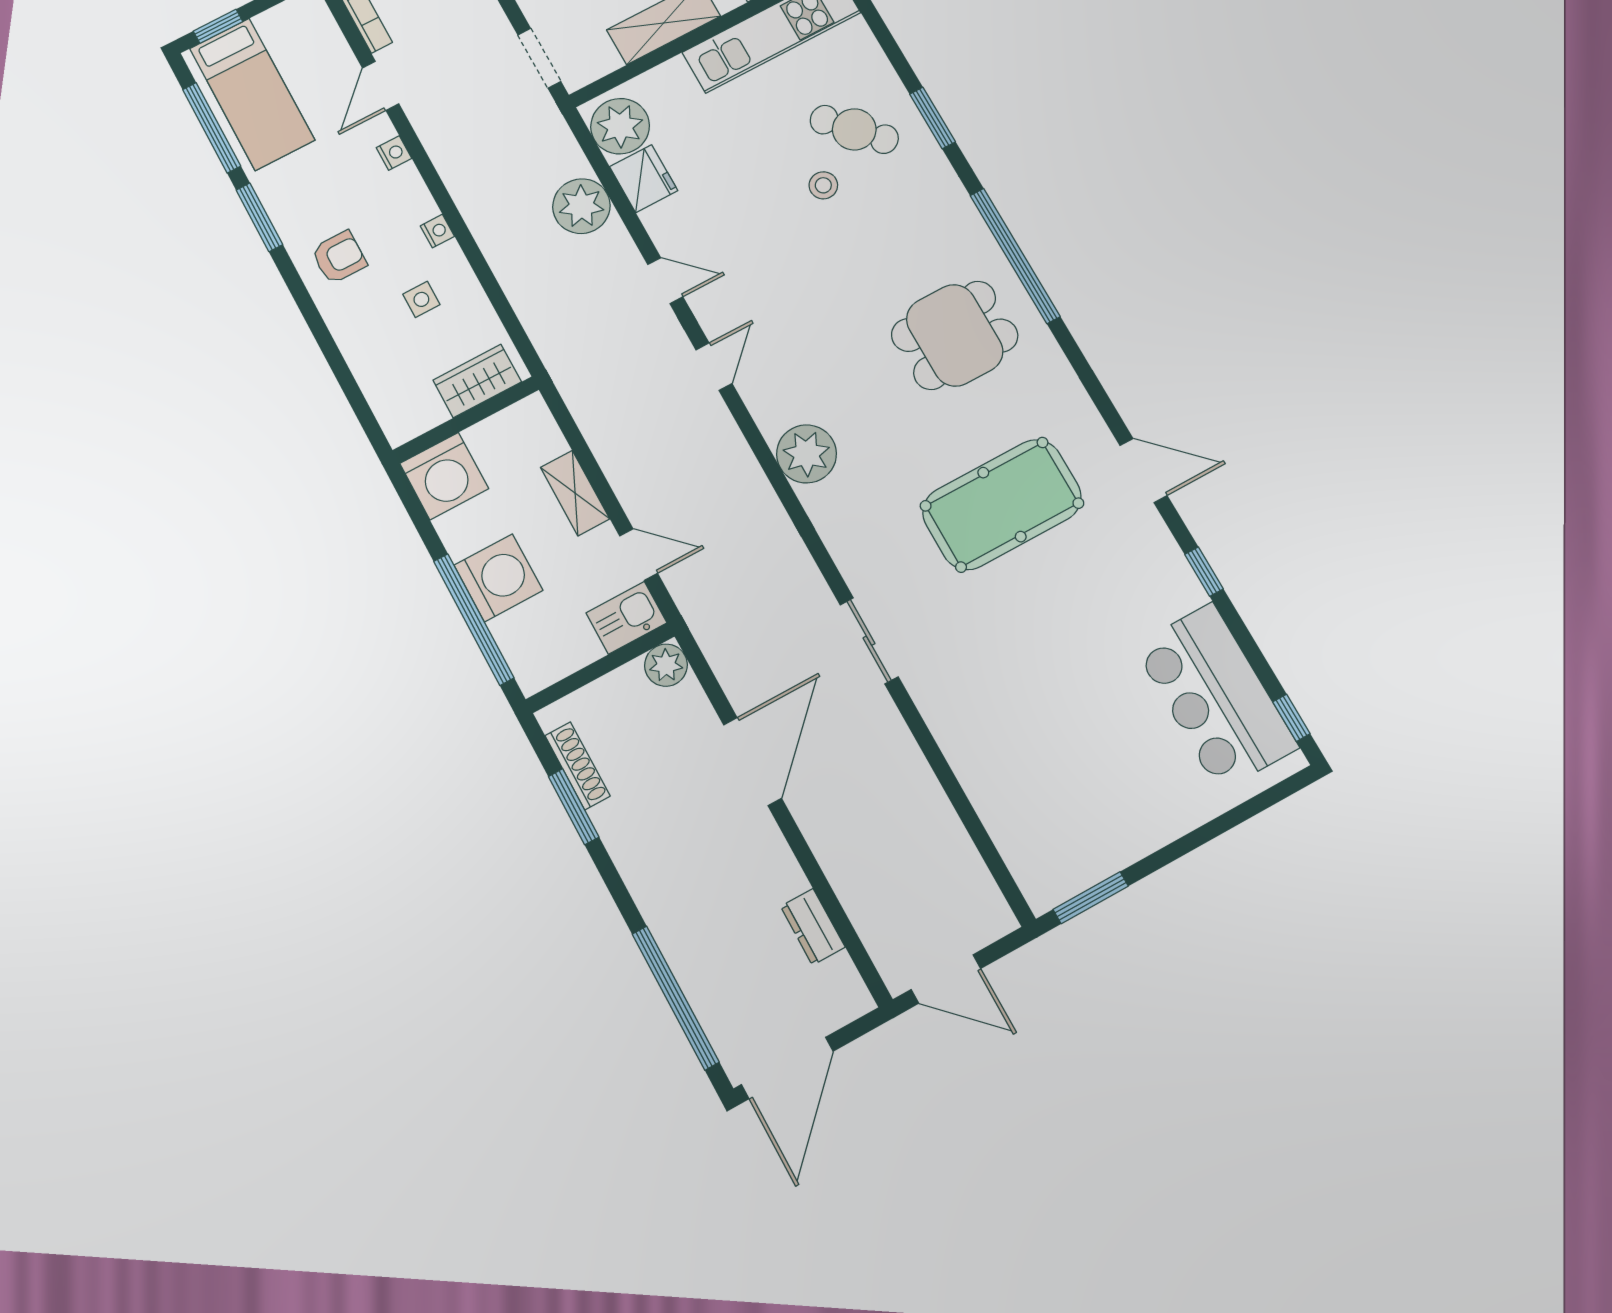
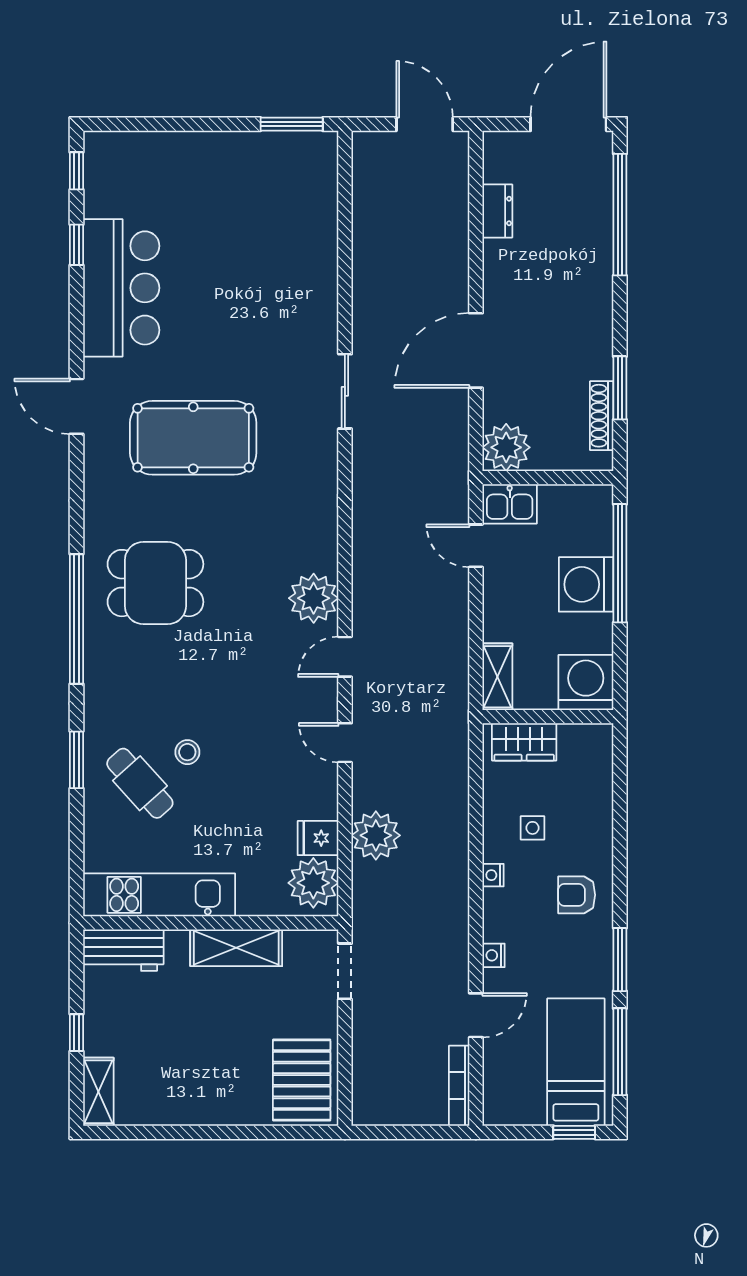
fridge: (644, 179) -> (318, 838), width x0.72
plant: (806, 454) -> (314, 598), moved
shelving: (575, 493) -> (497, 677), moved
window: (1204, 572) -> (77, 245), moved
plant: (666, 665) -> (506, 447), width x1.36, depth x1.36
bar counter: (1216, 697) -> (121, 288), moved

